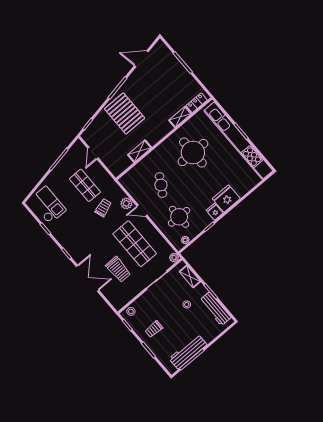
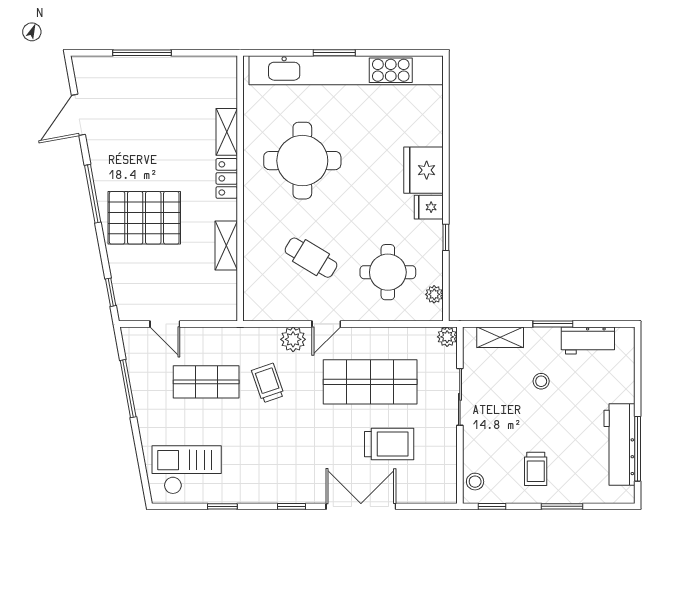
locker: (197, 103) -> (227, 178), moved
workbench: (215, 309) -> (588, 341), width x0.73

